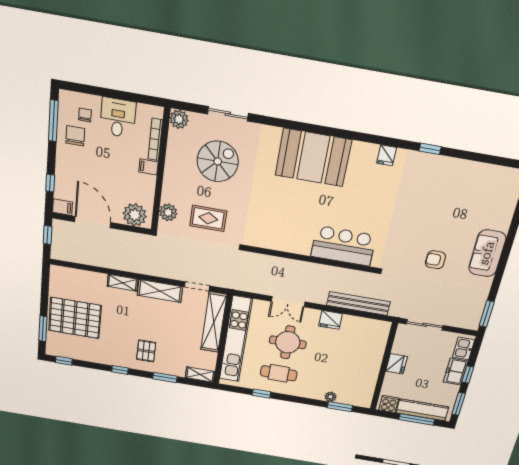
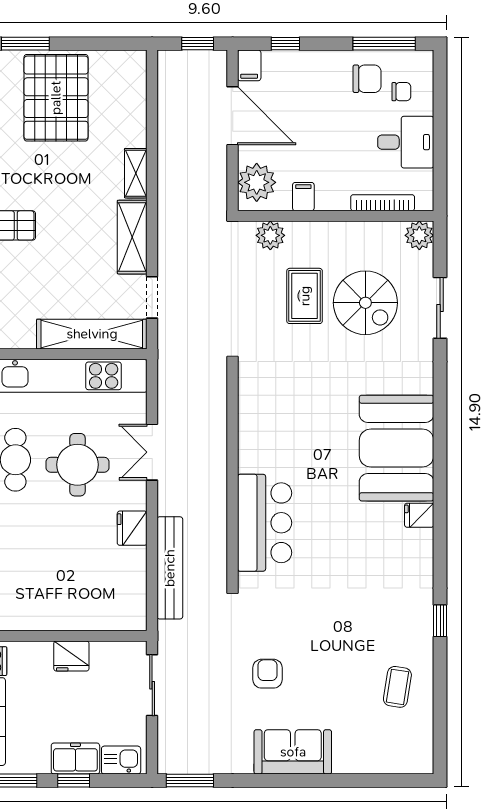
fridge: (387, 155) -> (419, 515), moved
filing cabinet: (148, 167) -> (303, 197), moved
coffee table: (465, 183) -> (397, 687), added
rug: (208, 218) -> (305, 296), moved
door: (93, 222) -> (233, 116), hinge flipped

